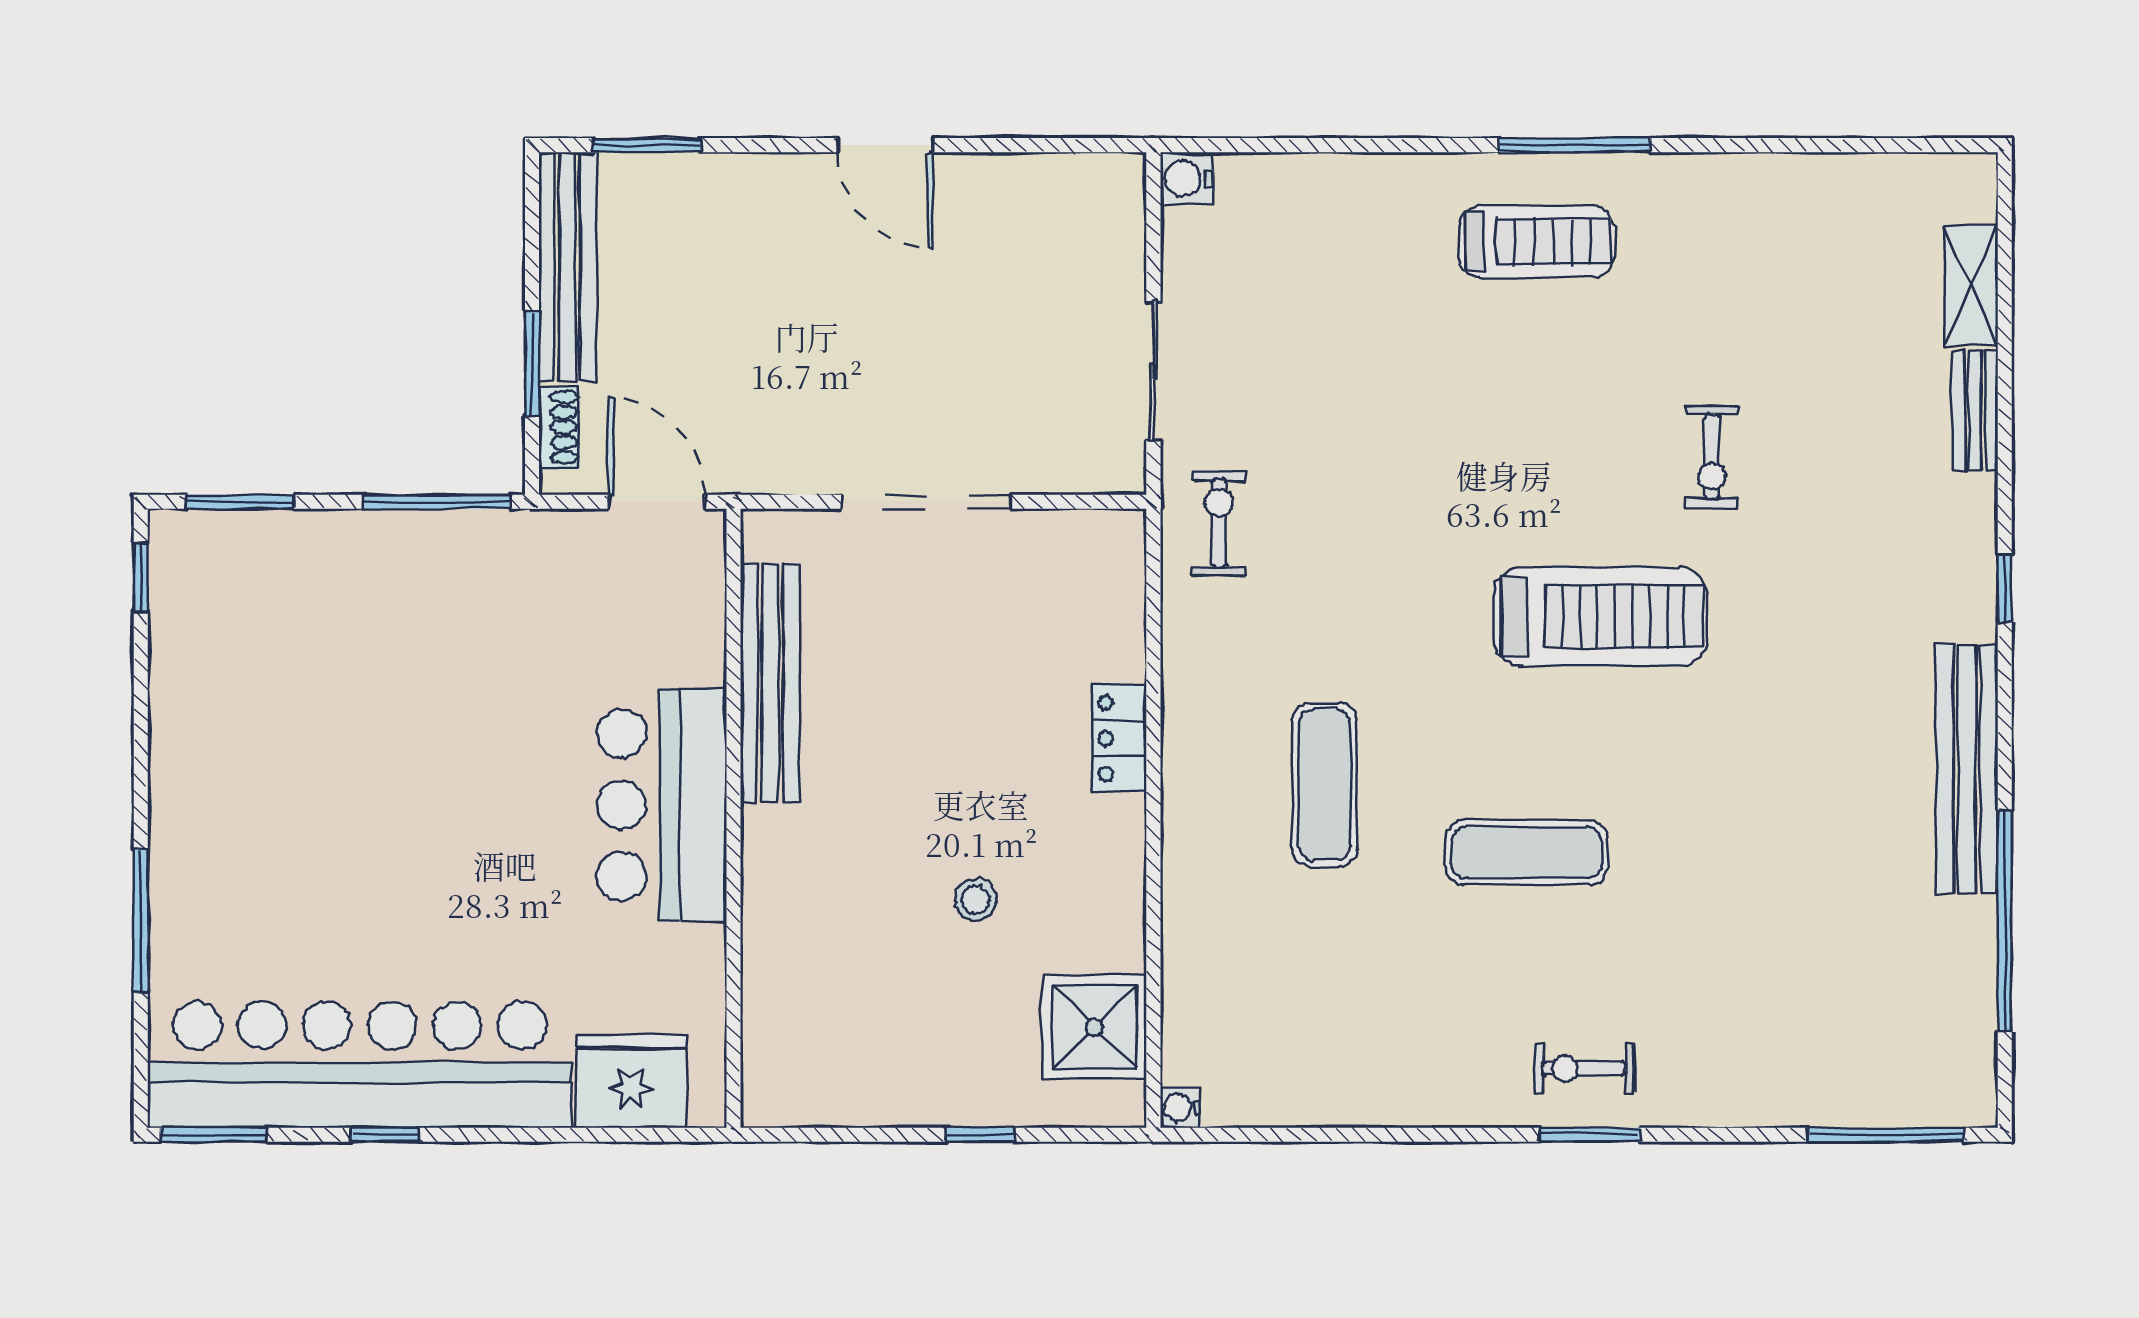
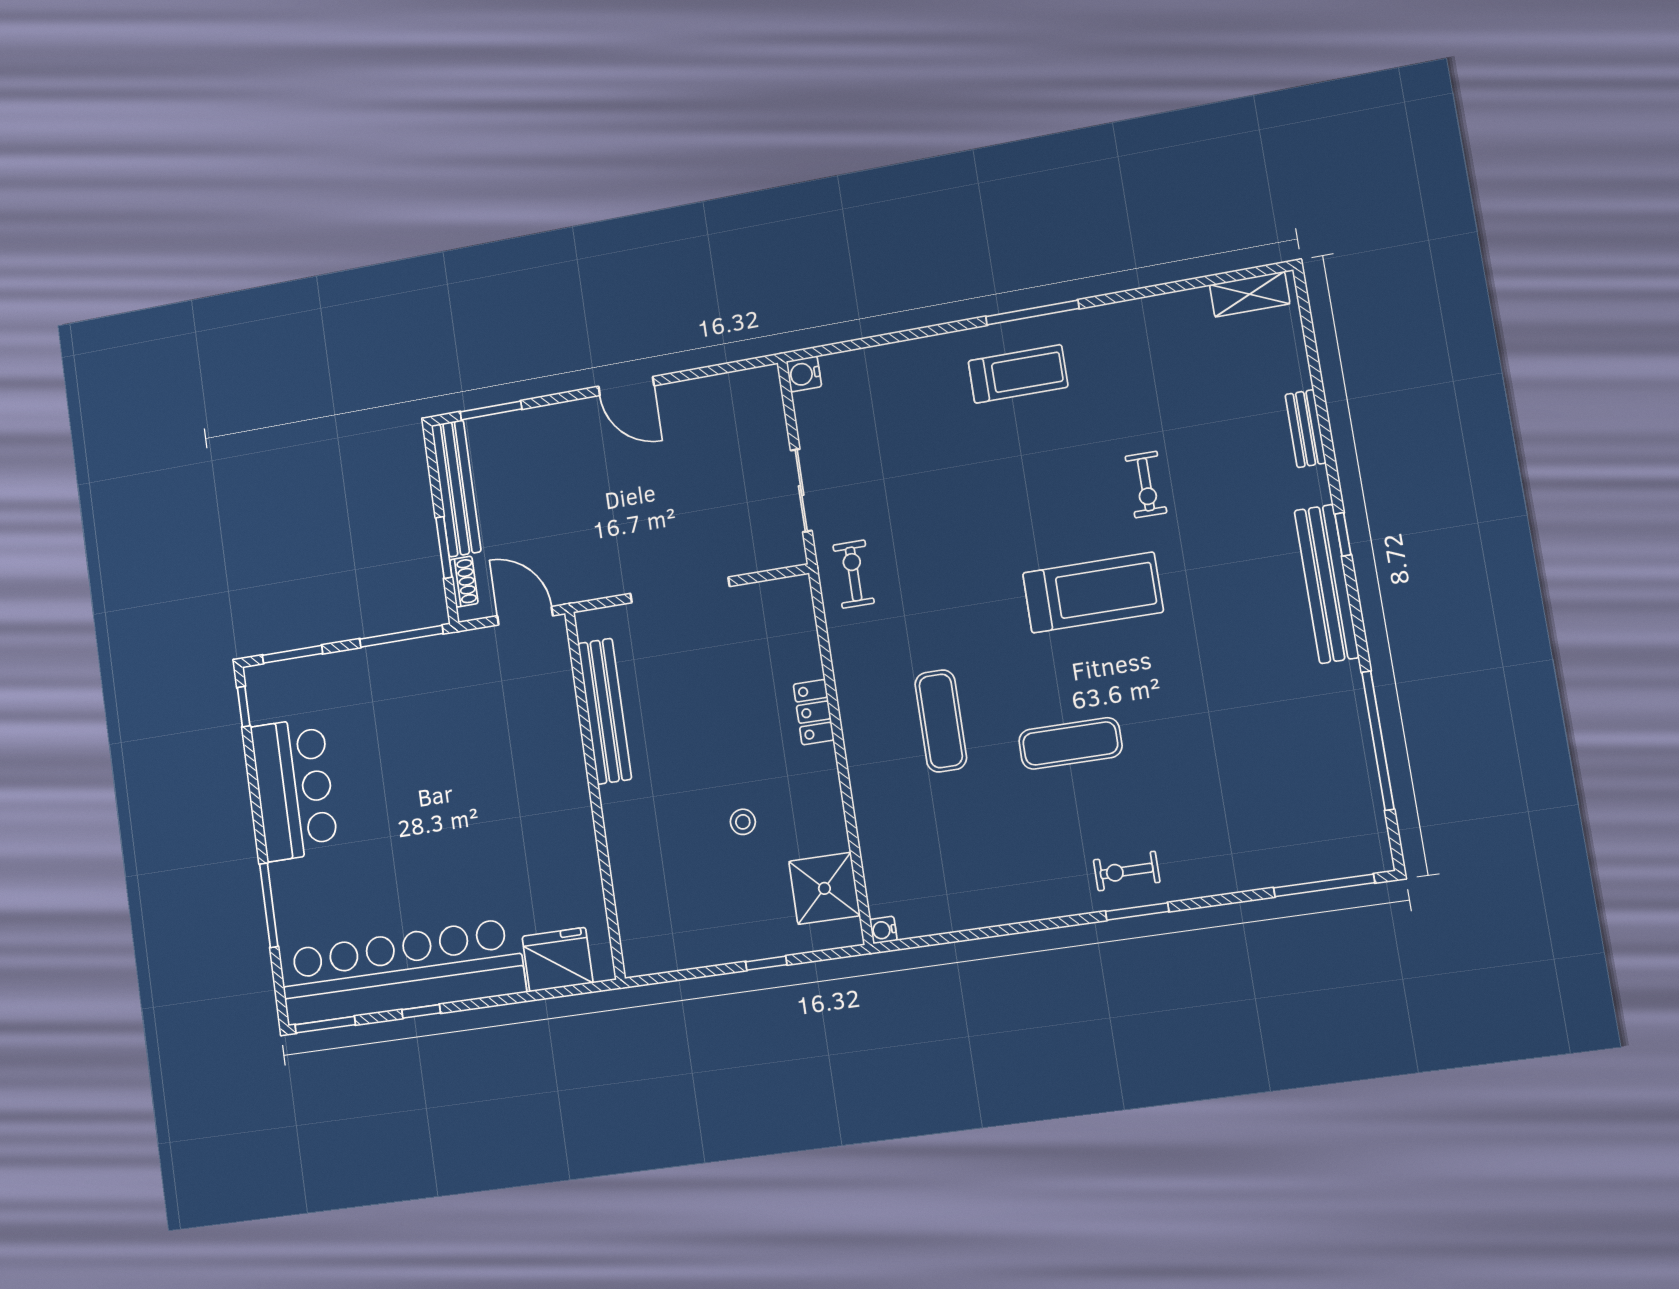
shelving: (1971, 285) -> (1250, 294), moved, turned 90
bench: (1967, 768) -> (1327, 584), moved
bar counter: (662, 805) -> (294, 789), moved, turned 180

